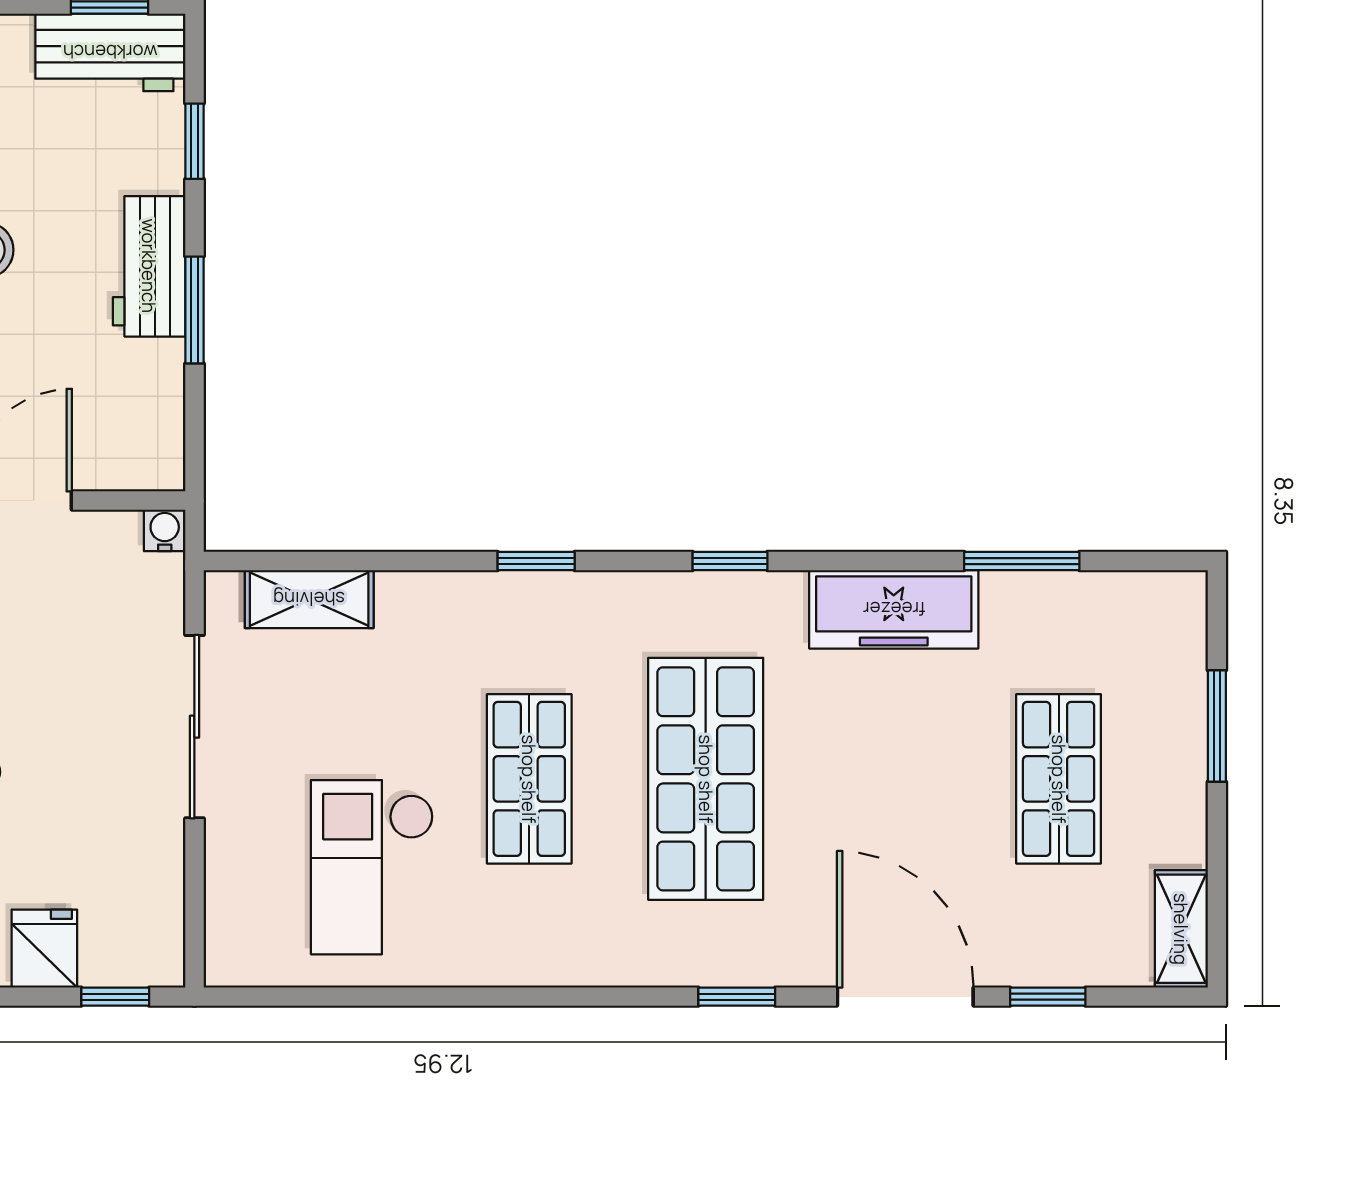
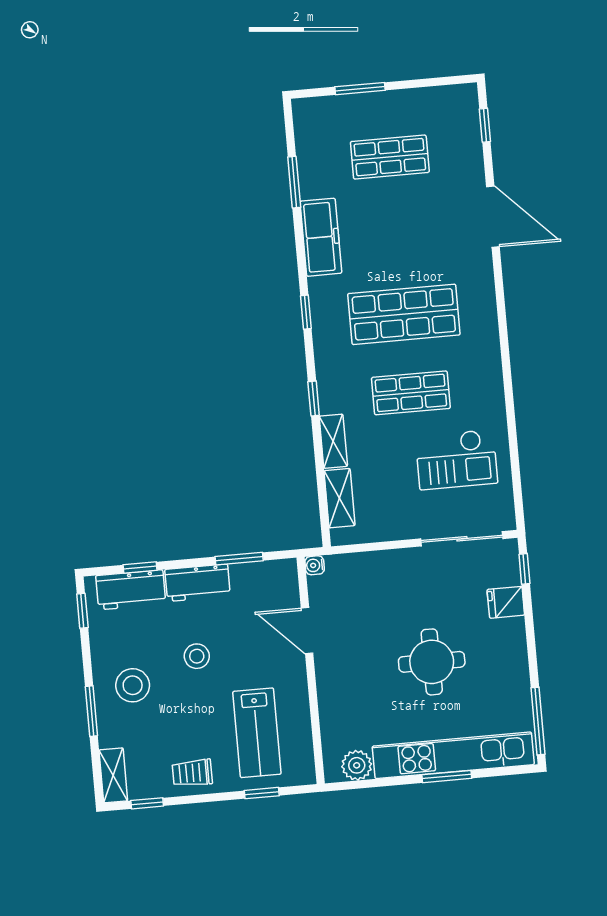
workbench: (110, 52) -> (131, 590), moved, turned 90
window: (194, 310) -> (239, 559), moved
sliding door: (194, 727) -> (462, 539), moved
shelving: (1181, 929) -> (333, 441), moved, turned 90
window: (737, 997) -> (500, 292), removed
door: (905, 997) -> (493, 217), swing flipped
window: (1048, 997) -> (485, 125), moved

